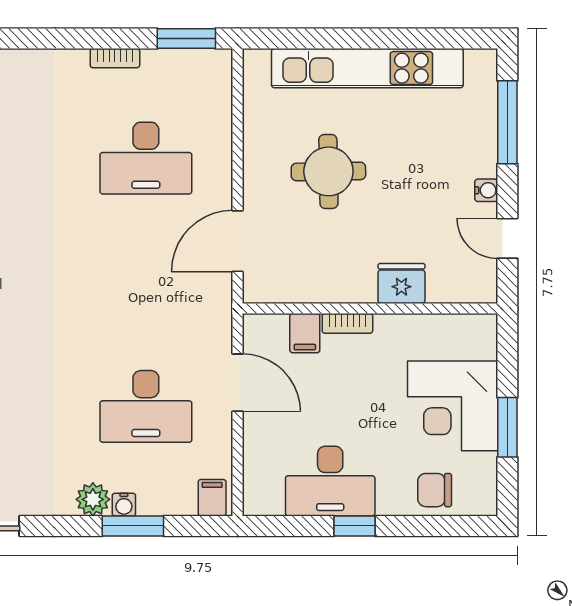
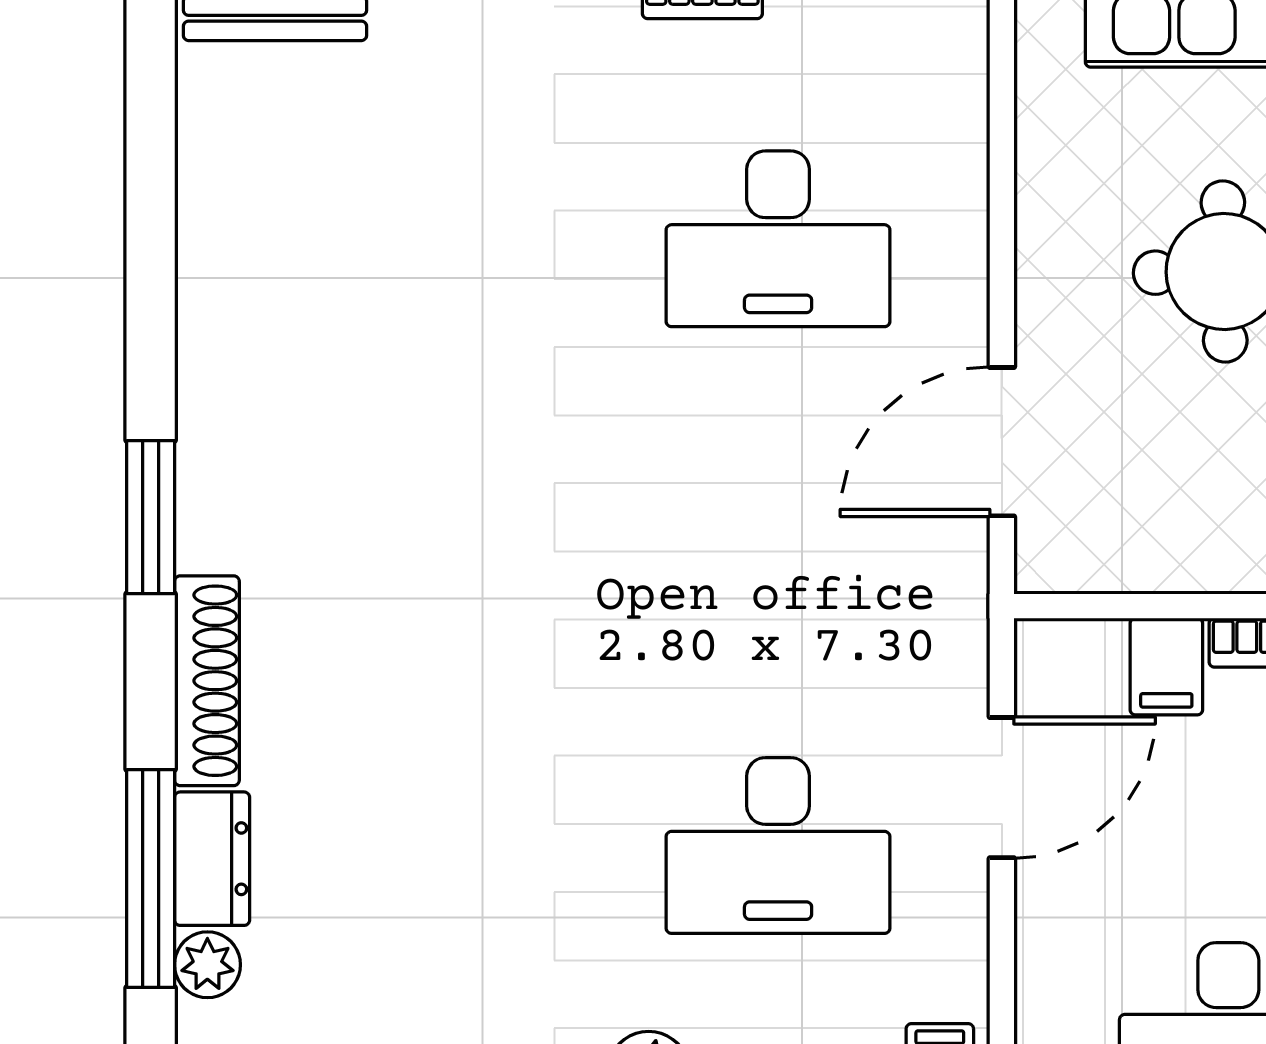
door: (237, 383) -> (1002, 788), hinge flipped

